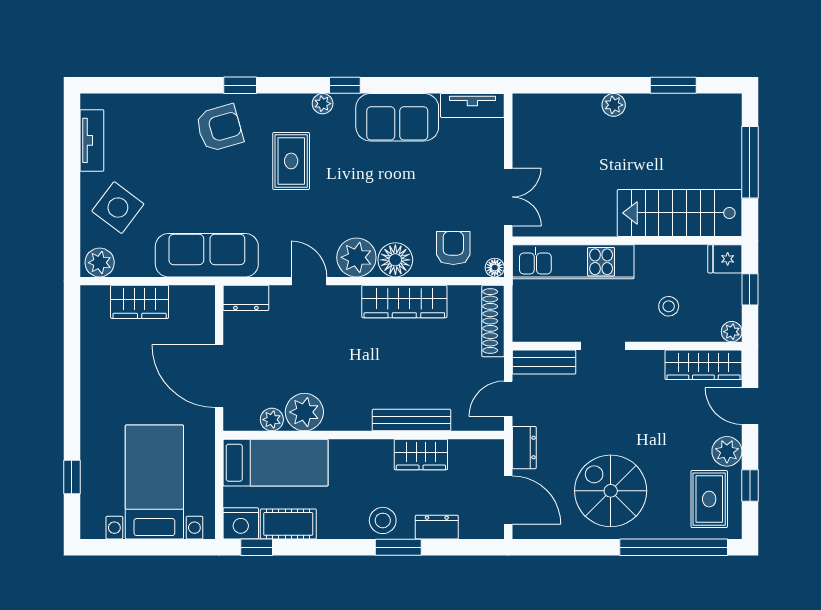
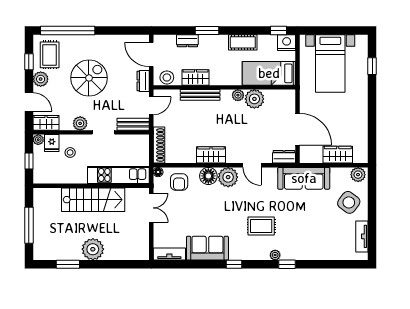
plant: (323, 104) -> (275, 255), moved
plant: (614, 105) -> (93, 249), width x1.87, depth x1.87
armchair: (219, 128) -> (297, 243), removed
rug: (291, 161) -> (261, 226), turned 90
double door: (508, 197) -> (151, 208), swing flipped
stairs: (680, 213) -> (93, 200), moved
fridge: (725, 259) -> (52, 143), moved, turned 90
wardrobe: (404, 302) -> (211, 155), width x0.67
plant: (649, 364) -> (80, 123), added
wardrobe: (703, 365) -> (46, 123), width x0.67
door: (219, 376) -> (298, 129), moved
plant: (272, 420) -> (238, 95), moved
spiral stairs: (611, 491) -> (89, 78), moved, turned -90
stool: (383, 520) -> (167, 77), moved
cot: (288, 524) -> (243, 42), moved

